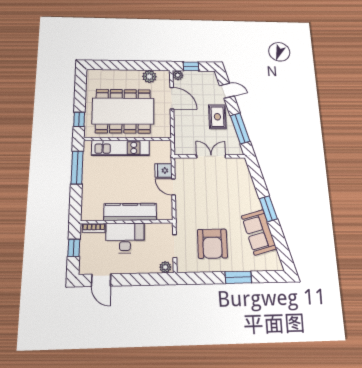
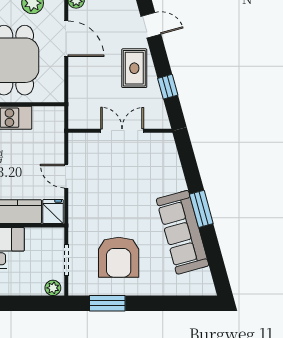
window: (240, 128) -> (168, 87), width x0.46
fridge: (163, 171) -> (53, 212), moved, turned 90
sofa: (259, 232) -> (183, 232), width x1.36
window: (238, 277) -> (107, 303), moved

